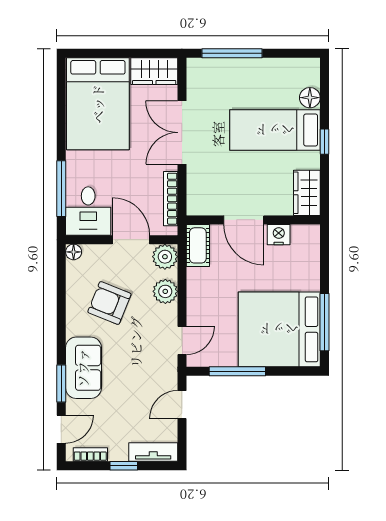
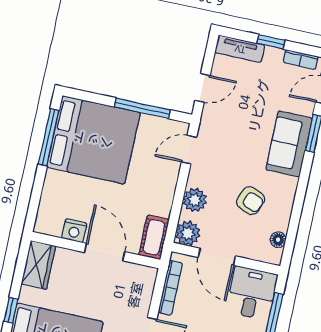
floor lamp: (74, 252) -> (278, 240), moved
armchair: (109, 303) -> (251, 201), width x0.72, depth x0.72

